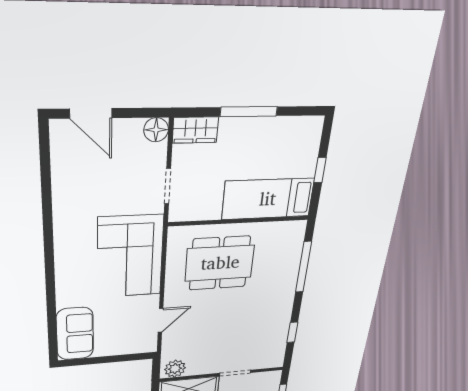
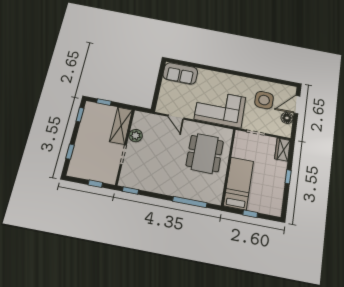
window: (249, 112) -> (288, 177), width x0.46
floor lamp: (156, 130) -> (287, 118), moved
side table: (95, 182) -> (264, 100), added
window: (292, 332) -> (131, 191), moved
plant: (175, 369) -> (136, 136), moved

